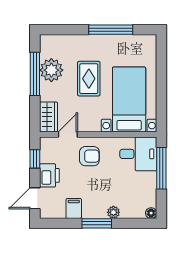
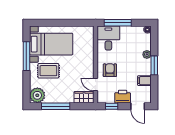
plant: (51, 70) -> (37, 95), moved
rug: (89, 79) -> (48, 71), moved
bed with nightstands: (129, 99) -> (51, 44), moved, turned 180

